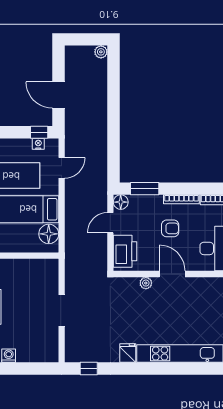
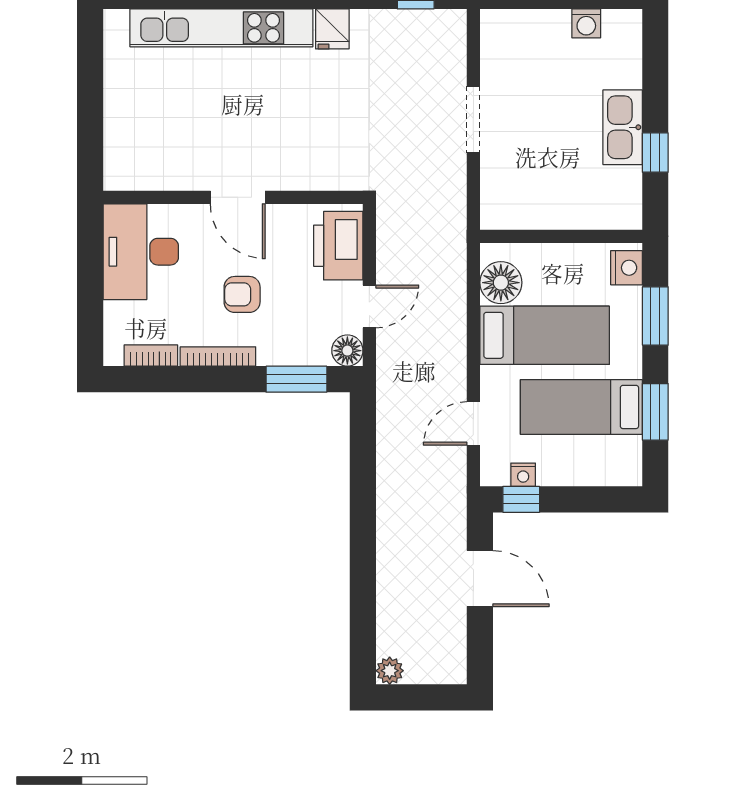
plant: (146, 283) -> (294, 178), removed

